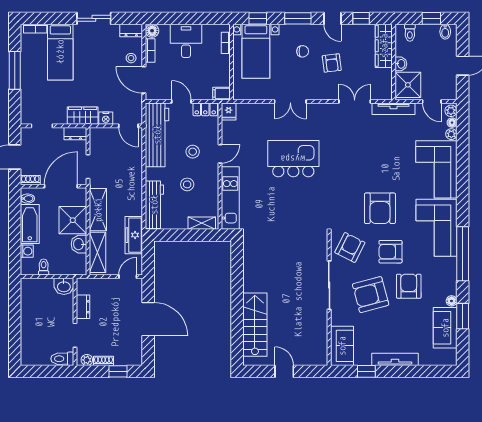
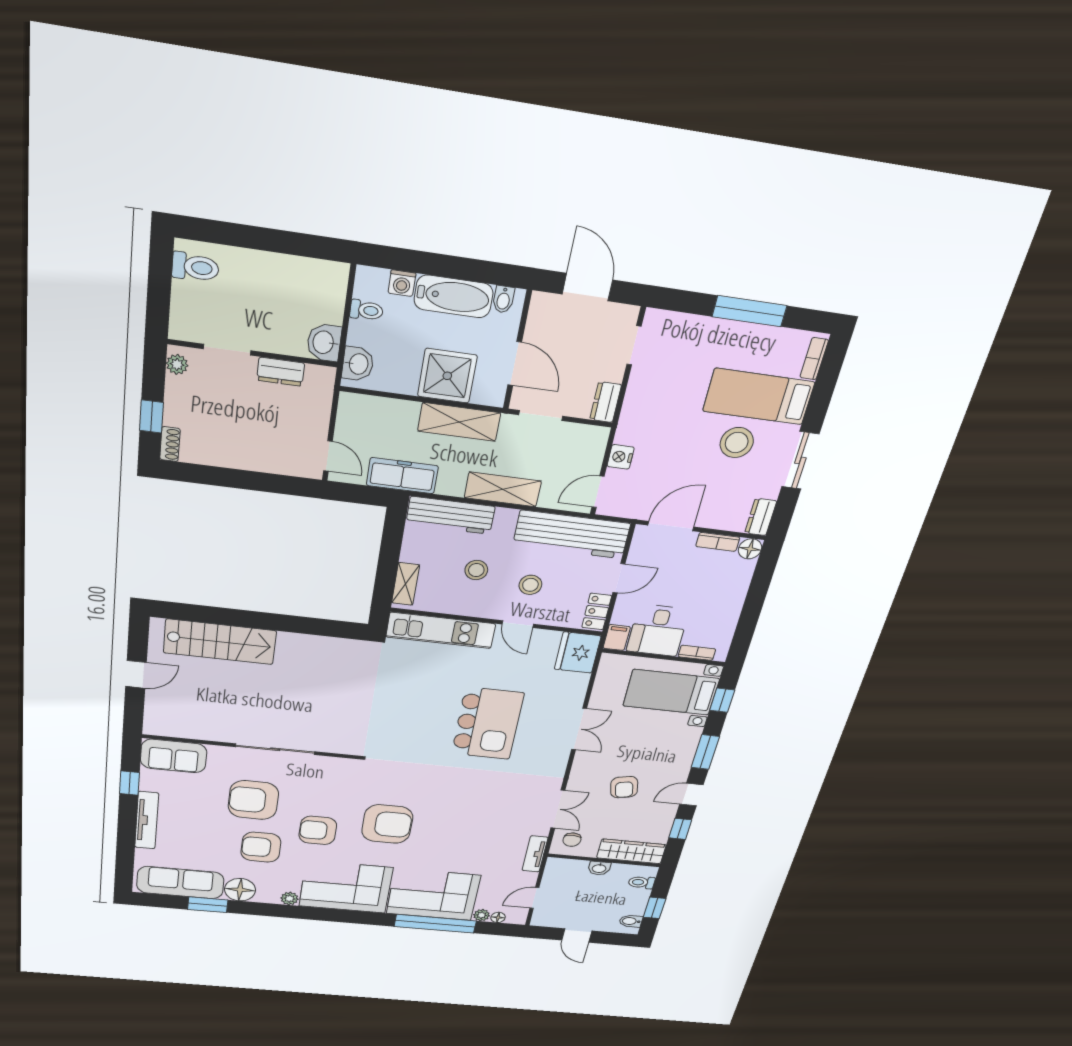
desk: (186, 41) -> (658, 630), moved, turned 90
chair: (303, 51) -> (572, 840), moved
stool: (131, 58) -> (737, 443), moved, width x1.89, depth x1.89
armchair: (332, 63) -> (624, 787), turned -95
shower: (408, 85) -> (566, 873), removed
double door: (290, 102) -> (579, 729), swing flipped
tv unit: (394, 109) -> (535, 854), width x0.71
plant: (451, 111) -> (290, 899), moved
fridge: (229, 112) -> (578, 653), width x1.88, depth x1.34
wardrobe: (83, 116) -> (635, 419), removed
shoe rack: (30, 180) -> (538, 310), removed
door: (61, 186) -> (515, 364), width x0.73
armchair: (380, 208) -> (387, 824), turned 180
washbasin: (79, 244) -> (358, 364), moved, turned 90
armchair: (350, 247) -> (332, 781), removed
shelving: (98, 252) -> (503, 489), moved
armchair: (390, 252) -> (318, 830), turned -90
window: (463, 254) -> (435, 924), moved
armchair: (409, 286) -> (261, 847), turned 180
armchair: (371, 295) -> (253, 800), turned -75
floor lamp: (452, 301) -> (240, 890), width x1.89, depth x1.89
door: (148, 319) -> (246, 480), removed
sofa: (445, 328) -> (180, 883), width x1.36
toilet: (62, 359) -> (195, 267), moved, turned 90
shoe rack: (103, 361) -> (170, 444), moved

